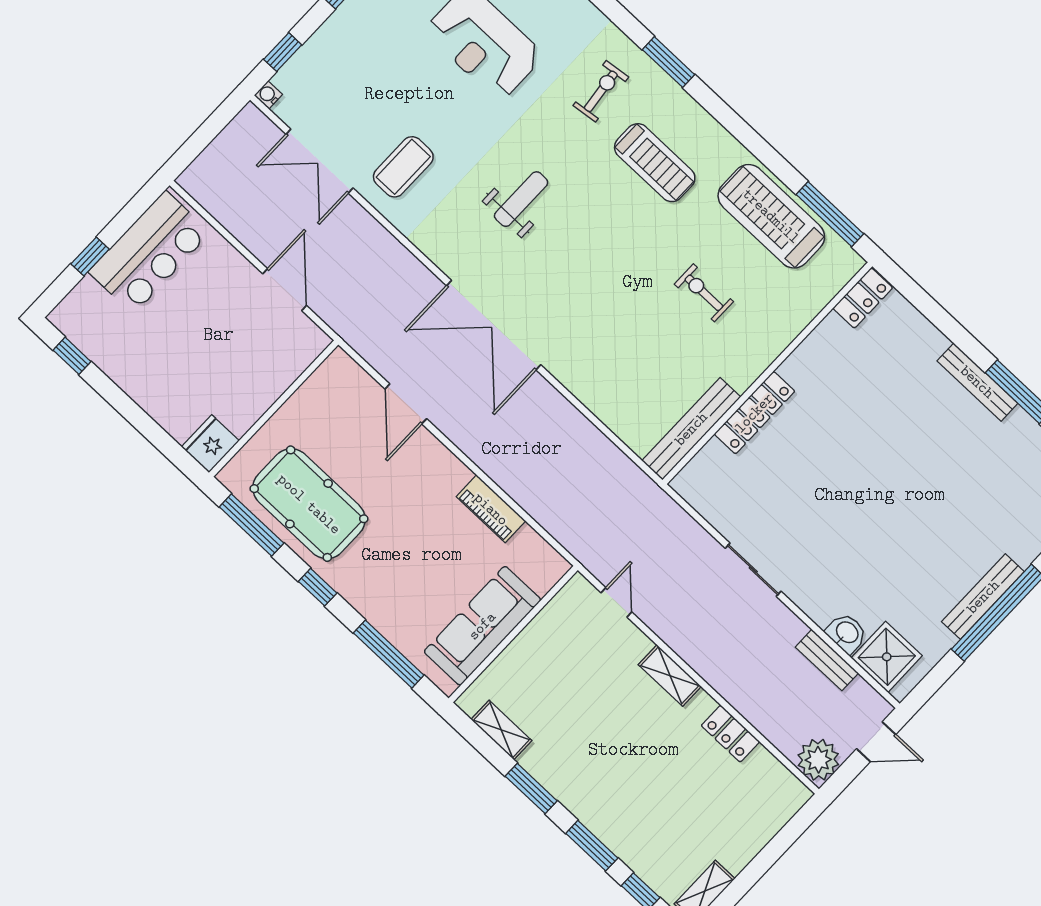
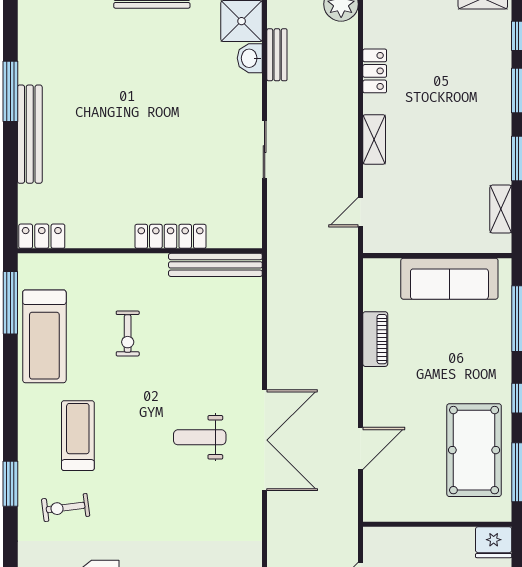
weight bench: (521, 199) -> (200, 437), moved
bench: (977, 382) -> (30, 134), width x1.37, depth x1.21

